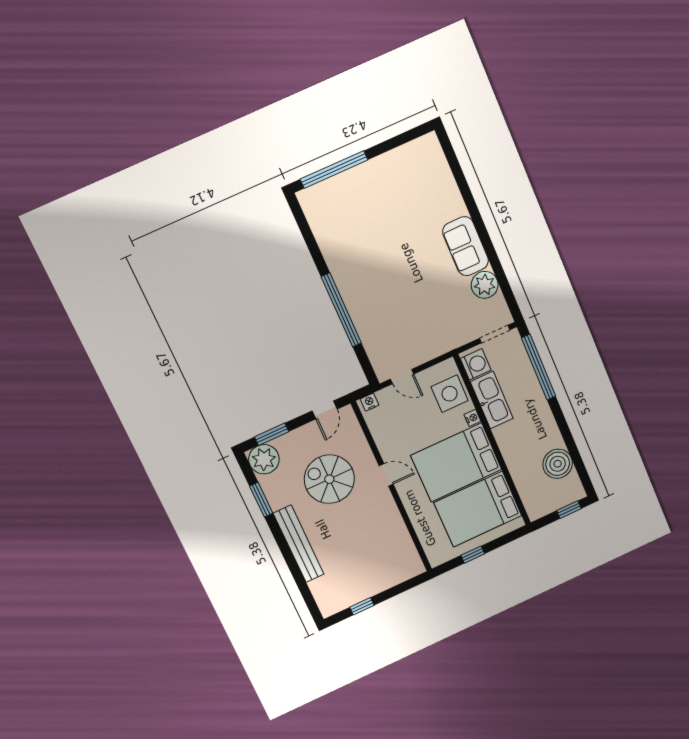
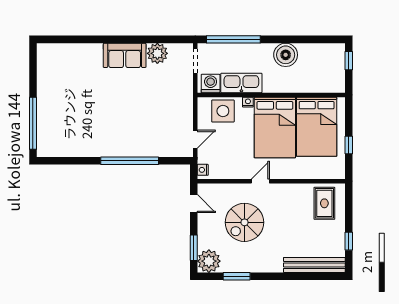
boiler: (558, 464) -> (286, 55), moved
bench: (299, 544) -> (314, 265), moved
rug: (393, 559) -> (324, 203), added

